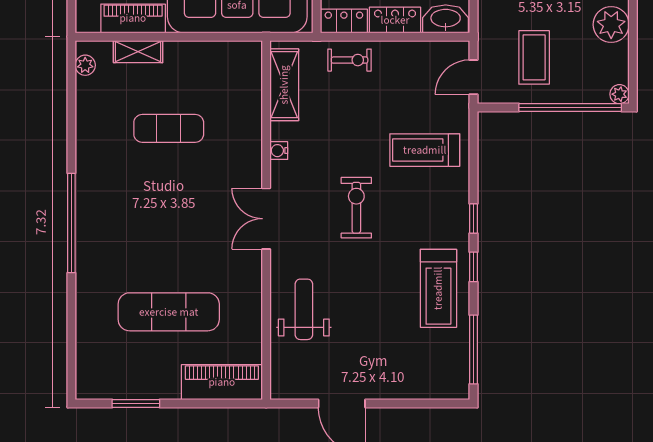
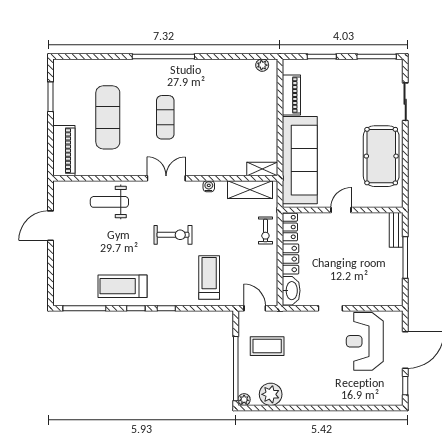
plant: (611, 25) -> (271, 394), moved
shelving: (138, 52) -> (262, 169), moved, turned 90
exercise mat: (169, 128) -> (165, 117), moved
weight bench: (304, 309) -> (109, 202), turned 180

